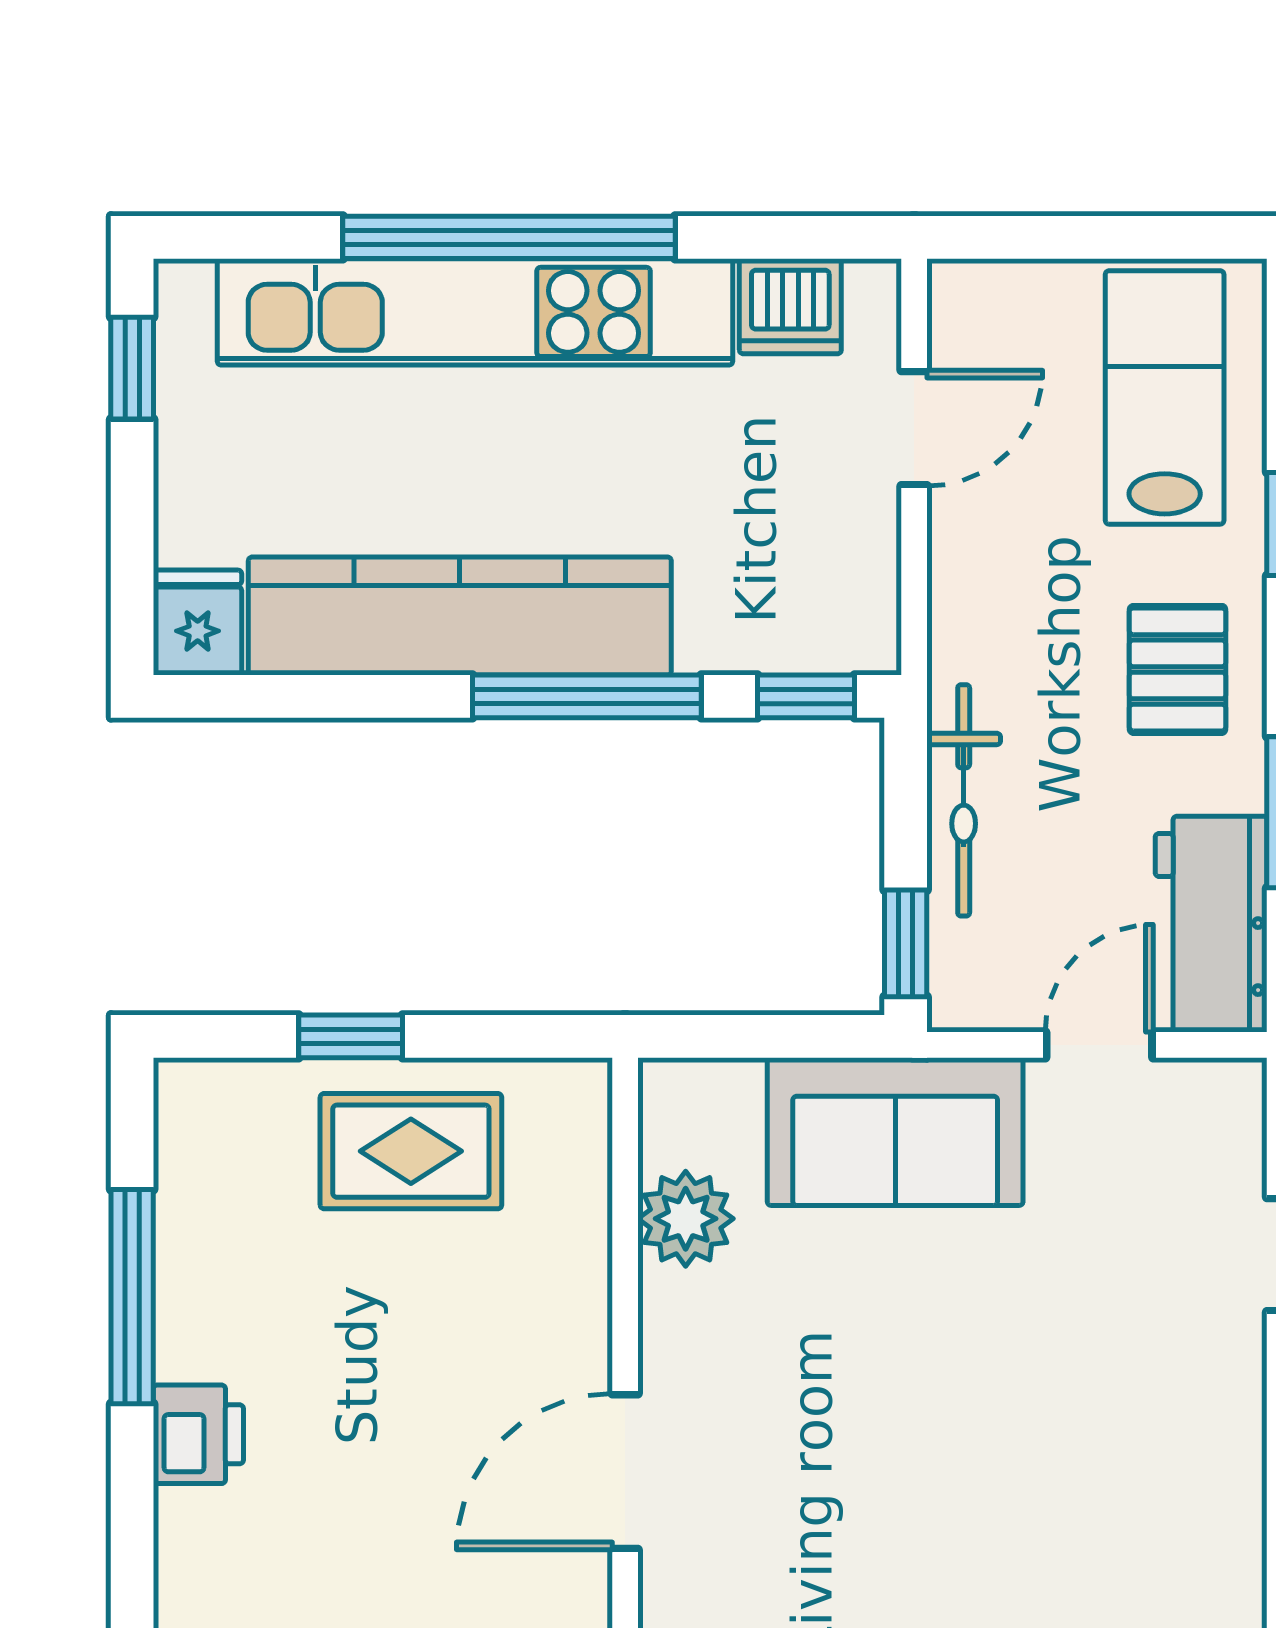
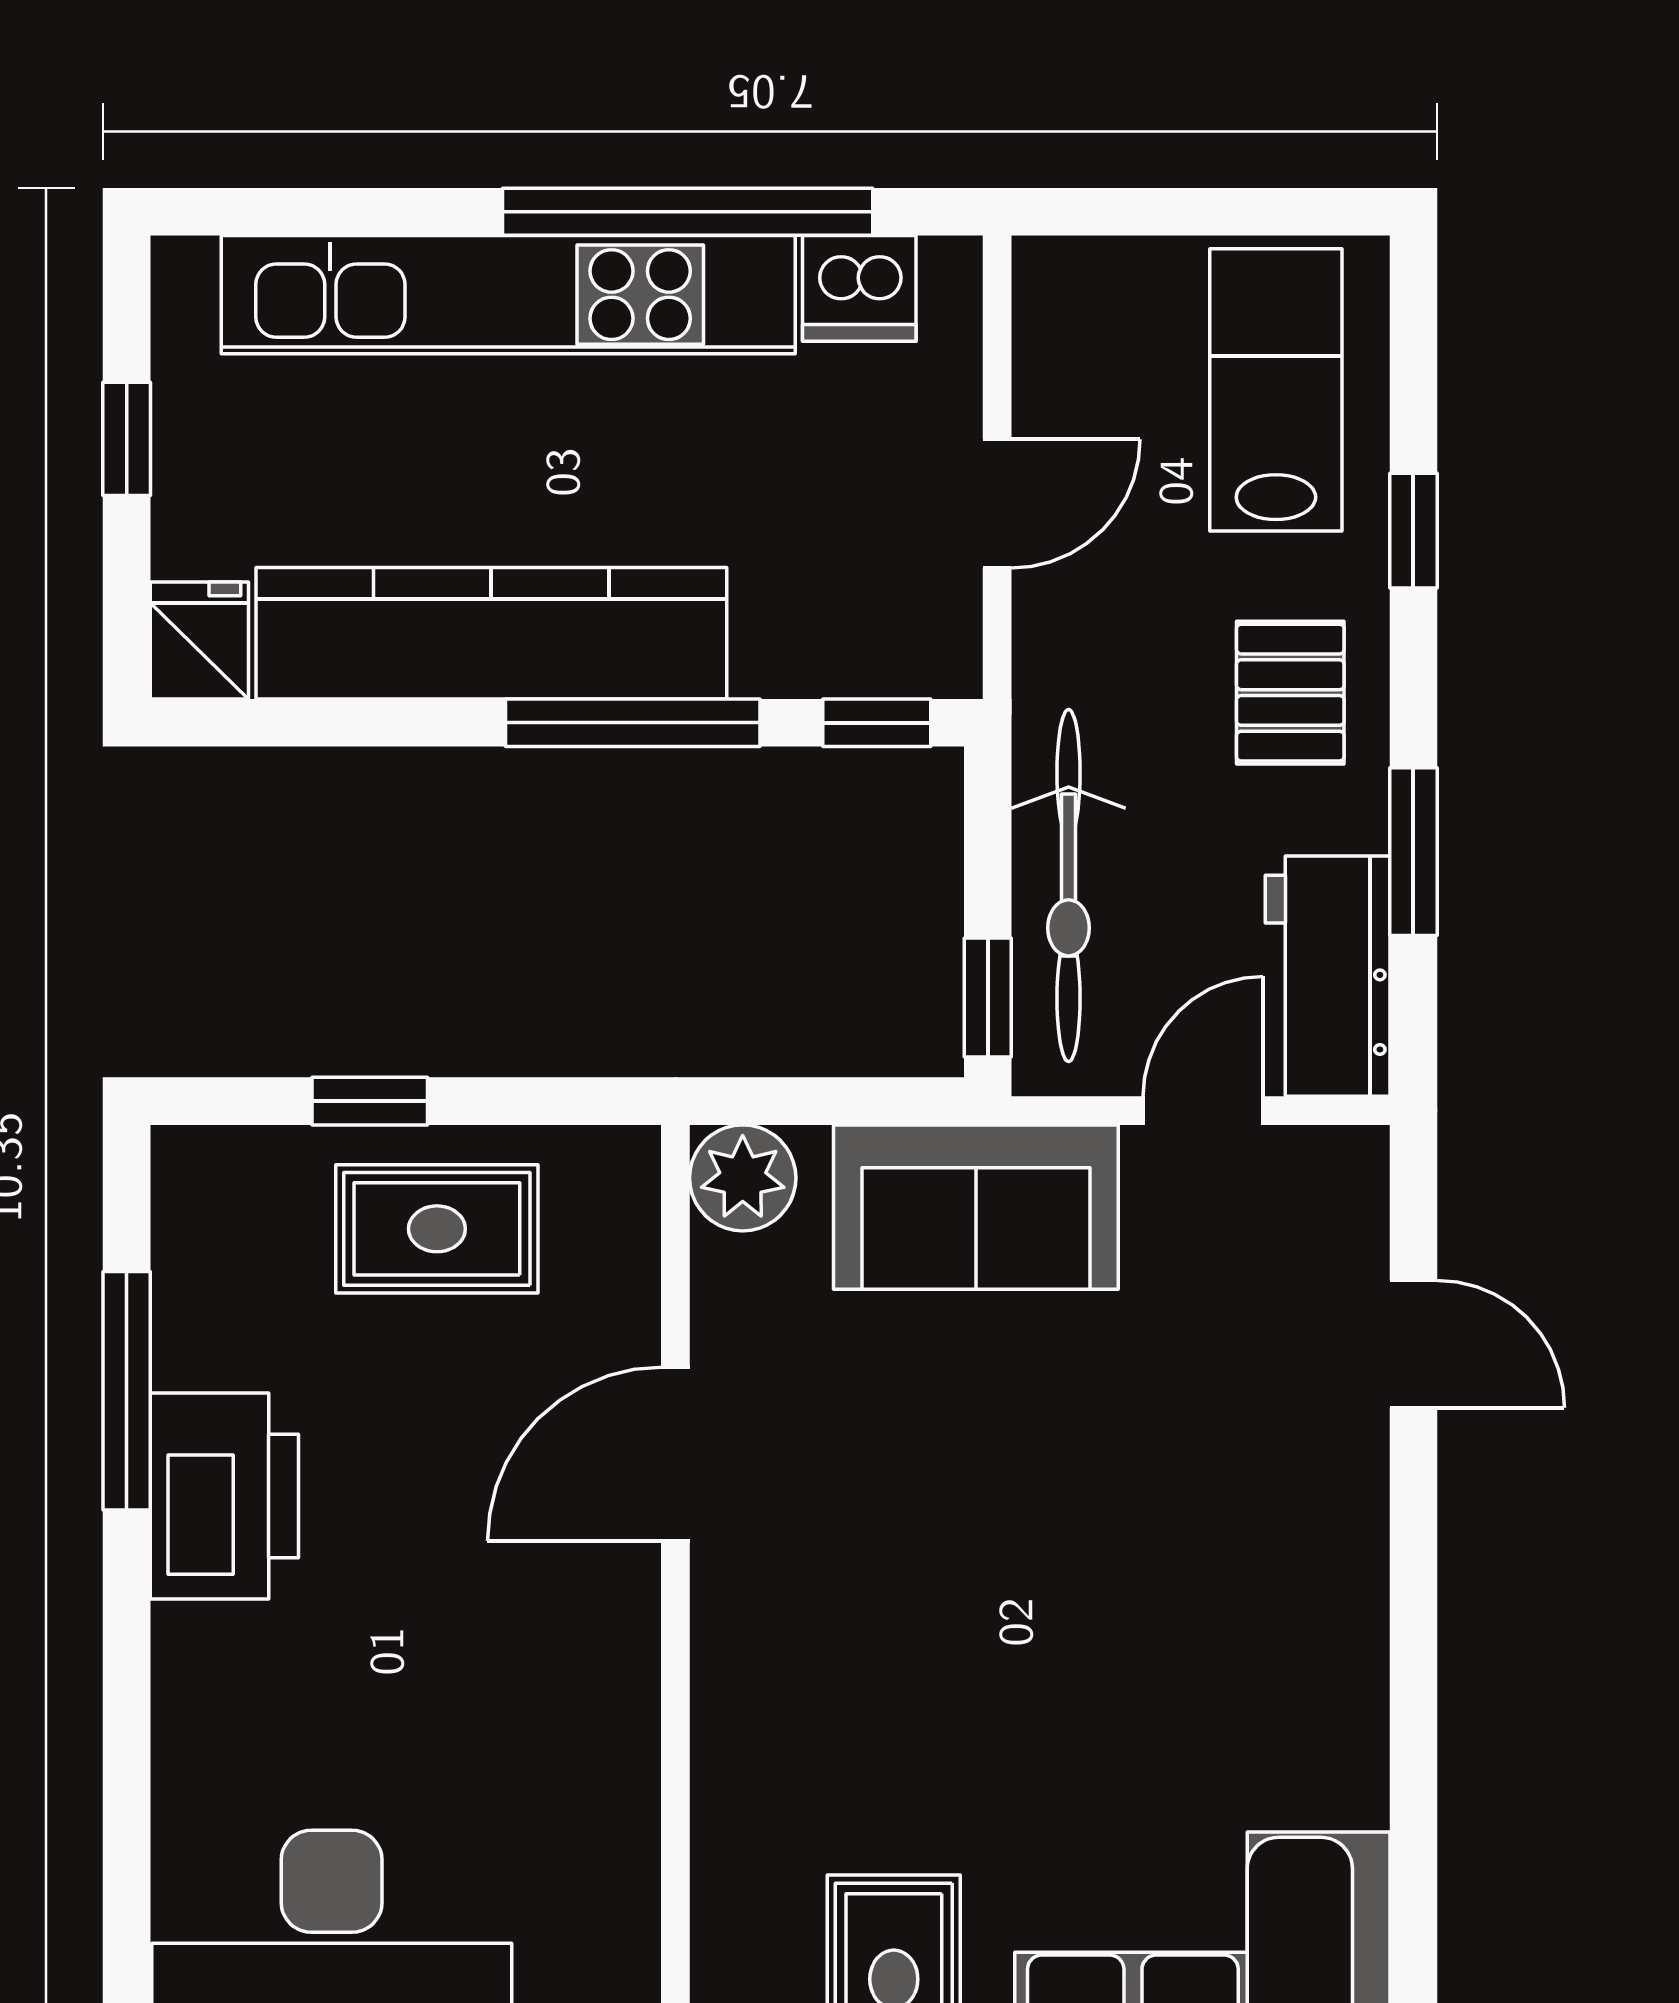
window: (509, 237) -> (688, 212), moved
window: (132, 368) -> (127, 439), moved
door: (914, 428) -> (997, 503), moved
bicycle: (964, 800) -> (1069, 886), width x1.37, depth x1.40
plant: (686, 1219) -> (743, 1178), moved
printer: (198, 1434) -> (224, 1496), width x1.87, depth x1.48
door: (625, 1472) -> (675, 1454), moved

